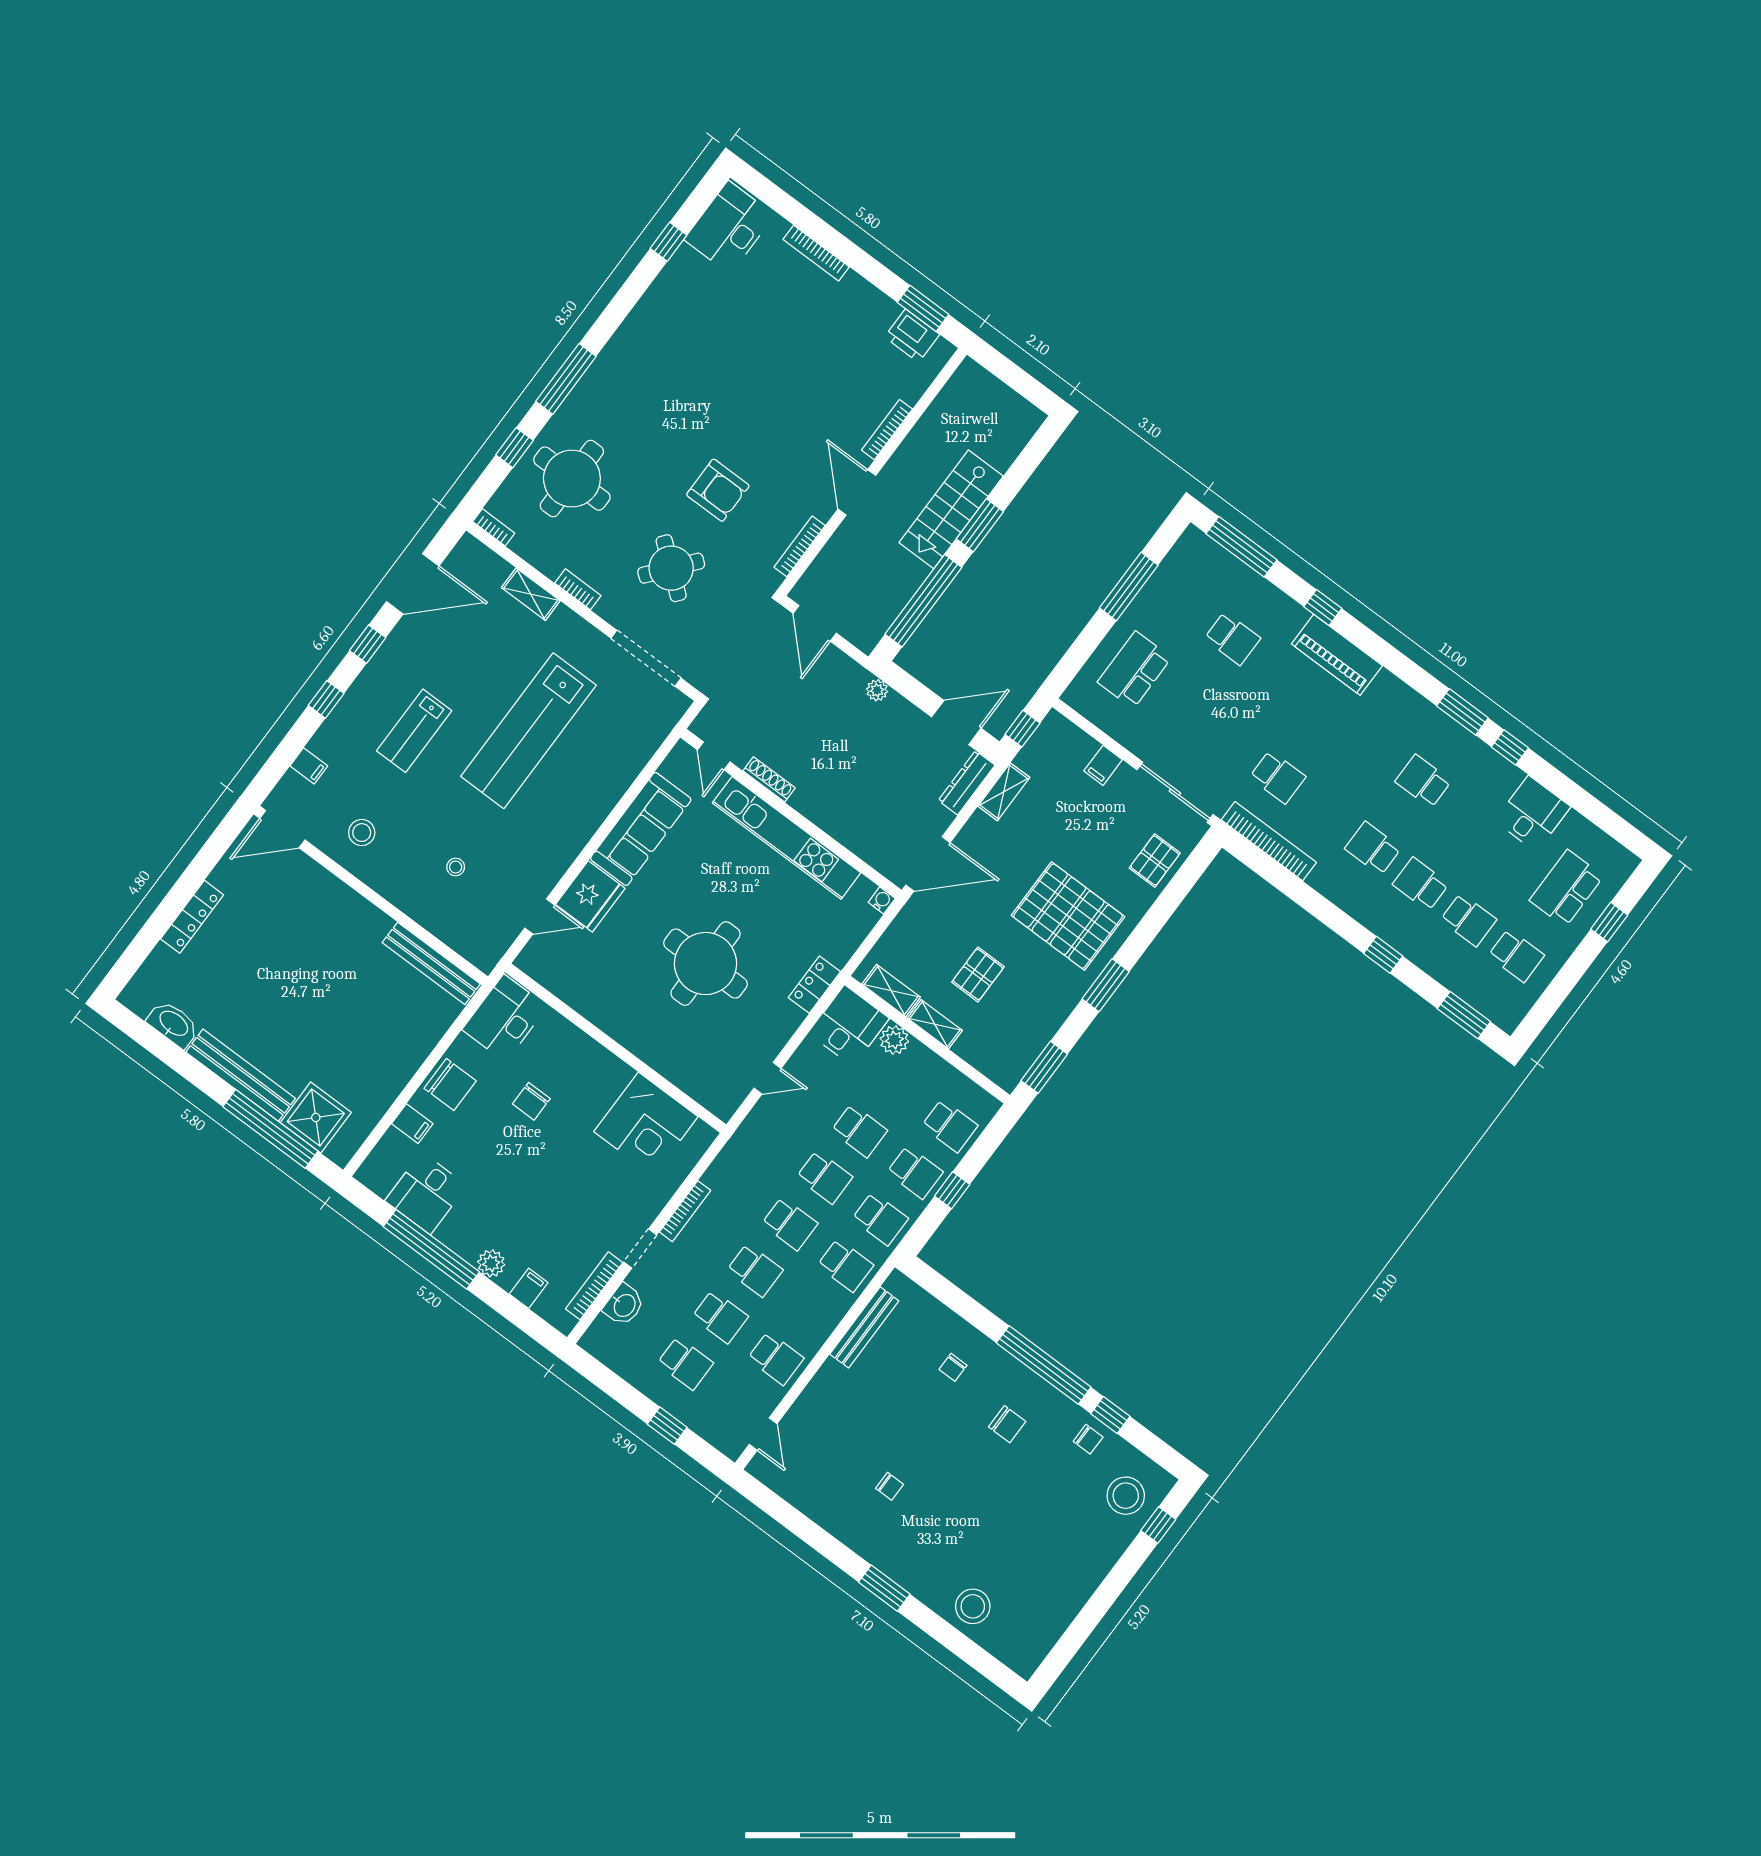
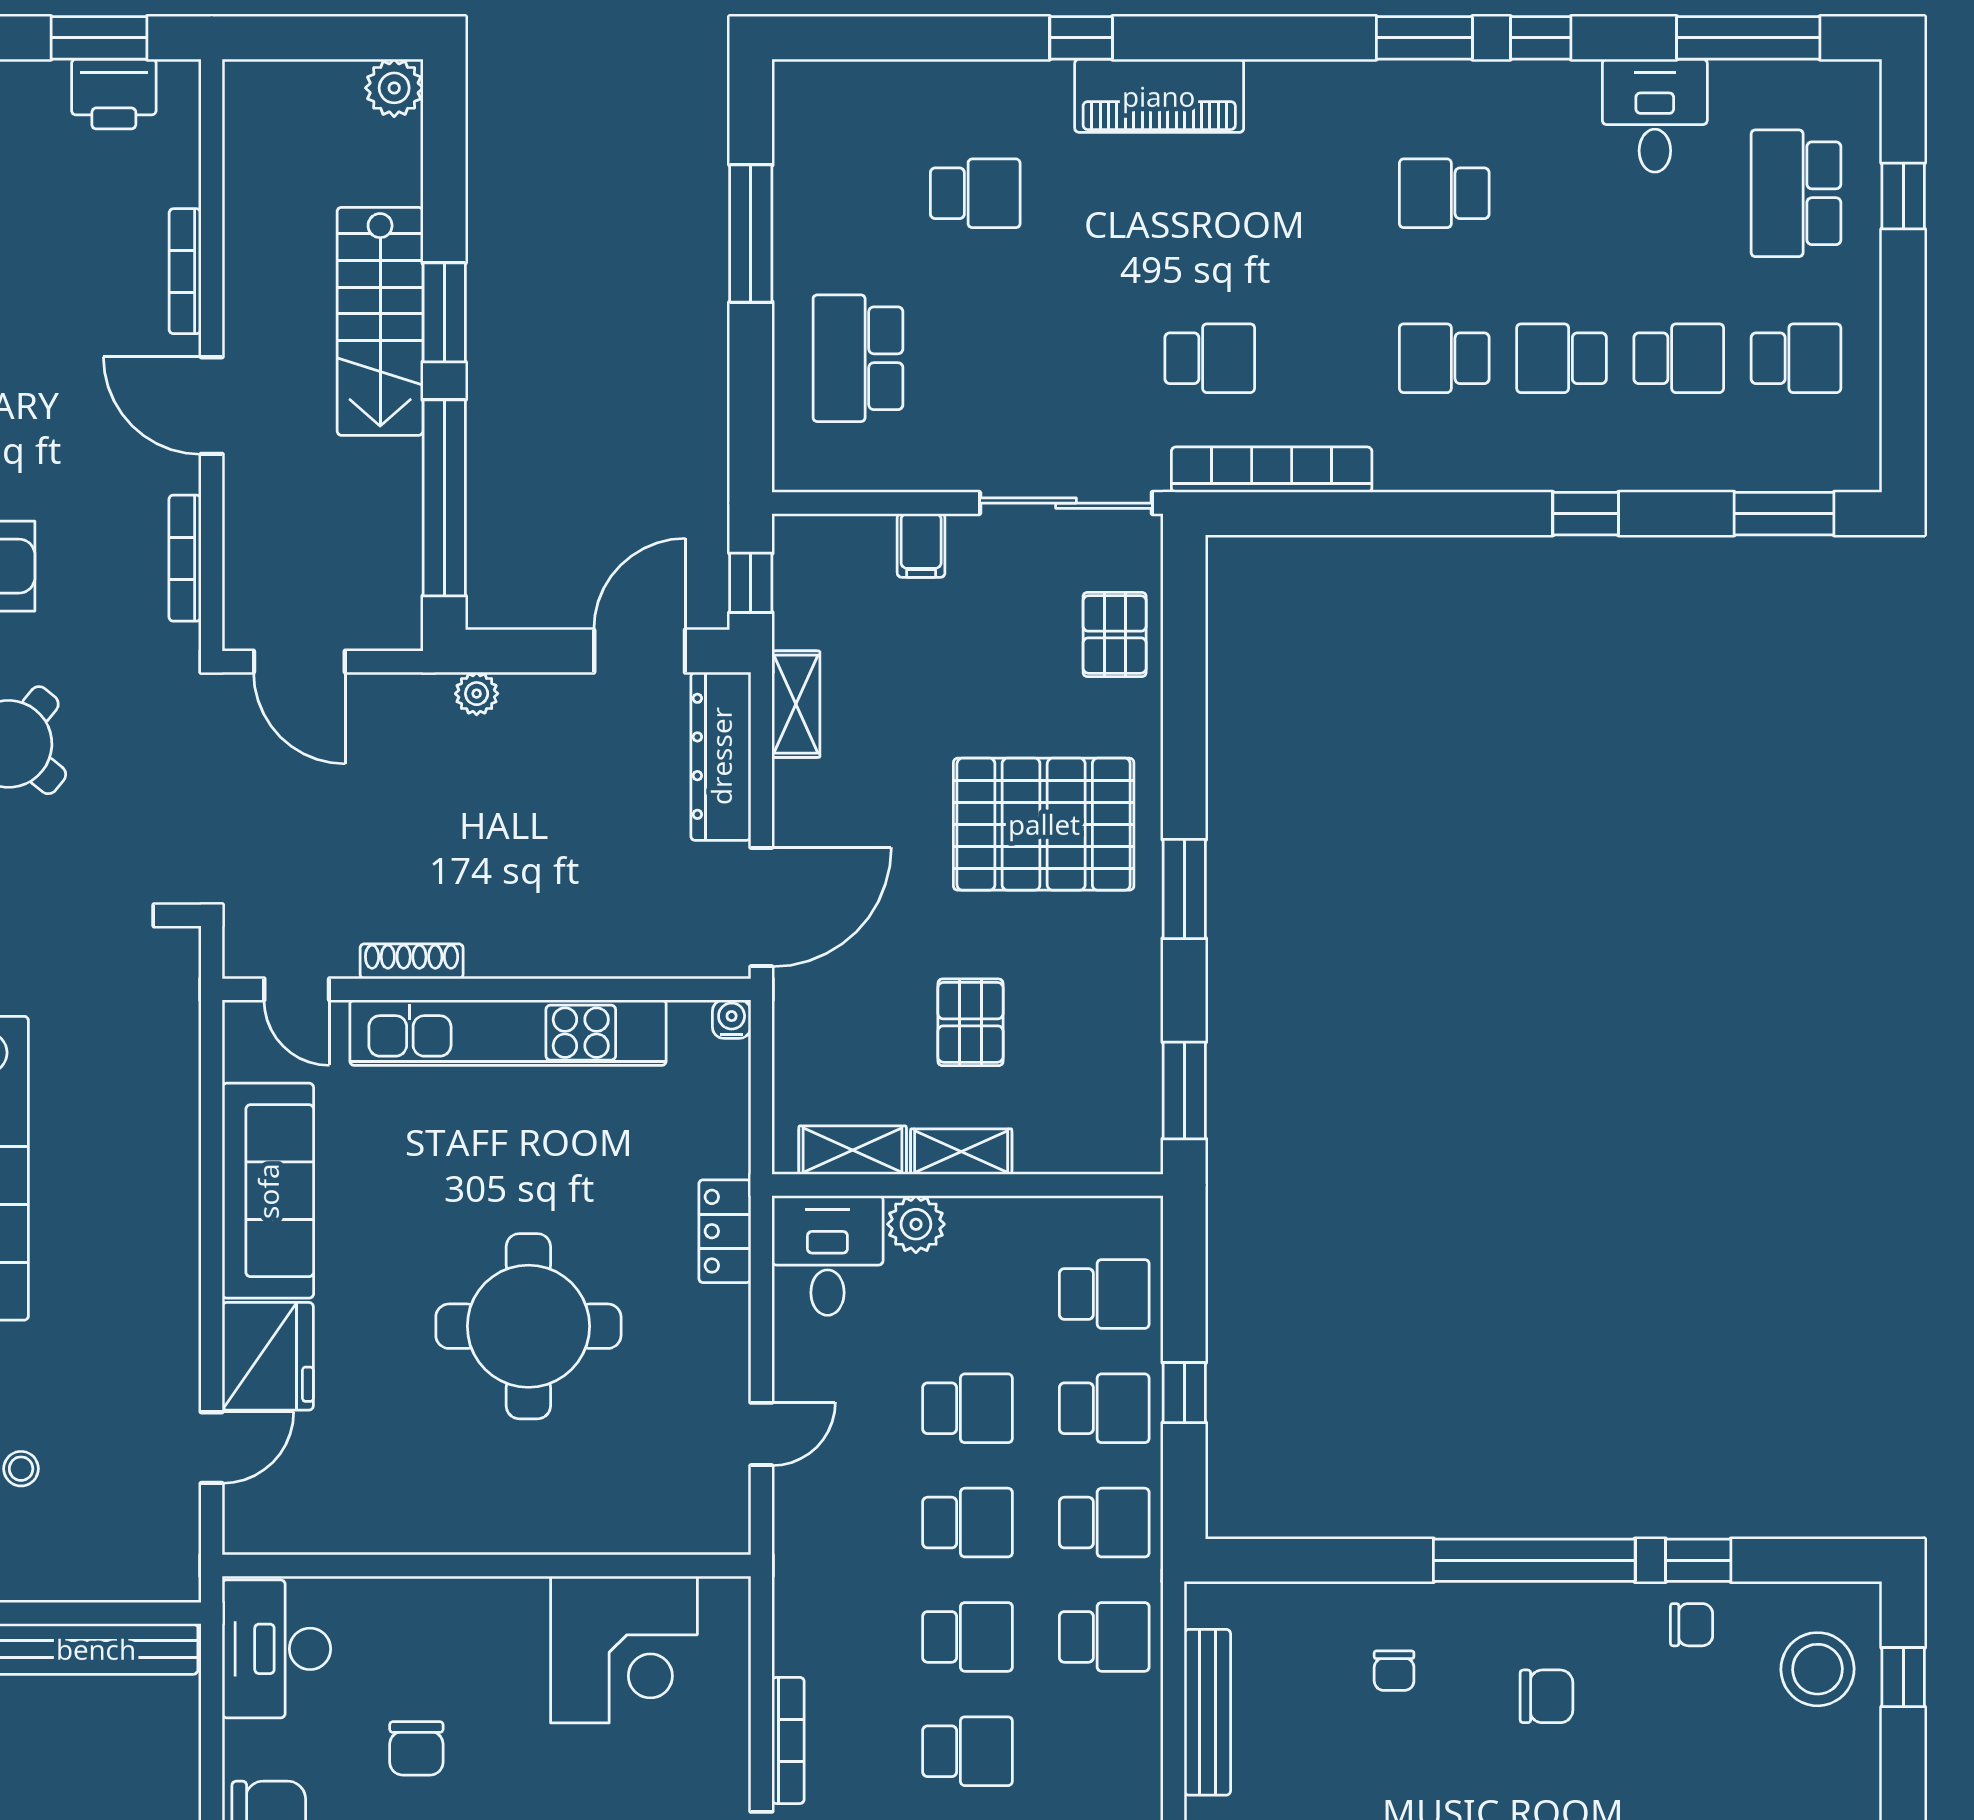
plant: (1028, 419) -> (394, 88), added
window: (1242, 547) -> (1748, 38), moved
dresser: (967, 783) -> (721, 756), width x1.37, depth x1.24

